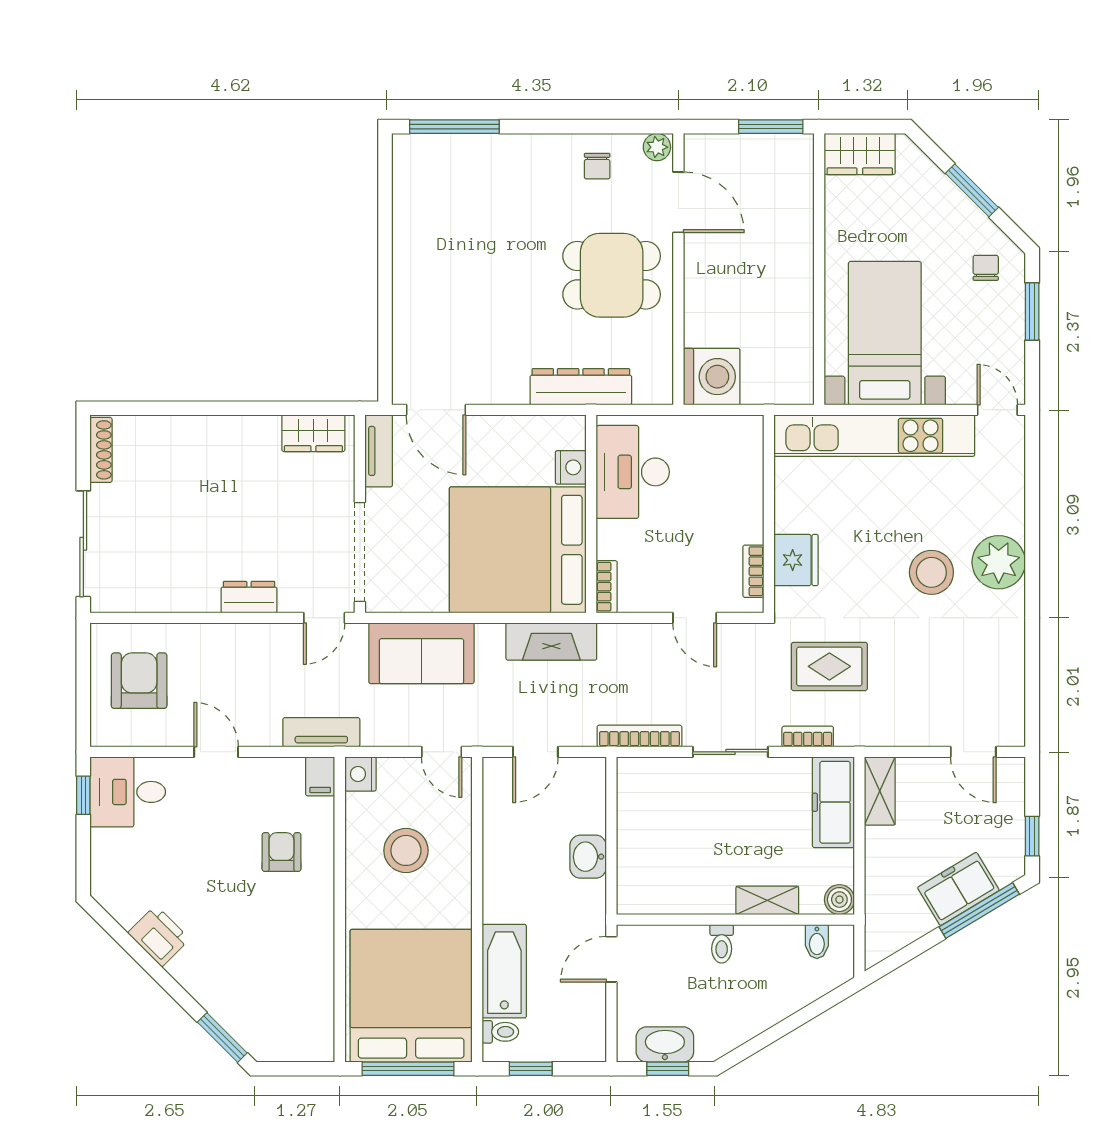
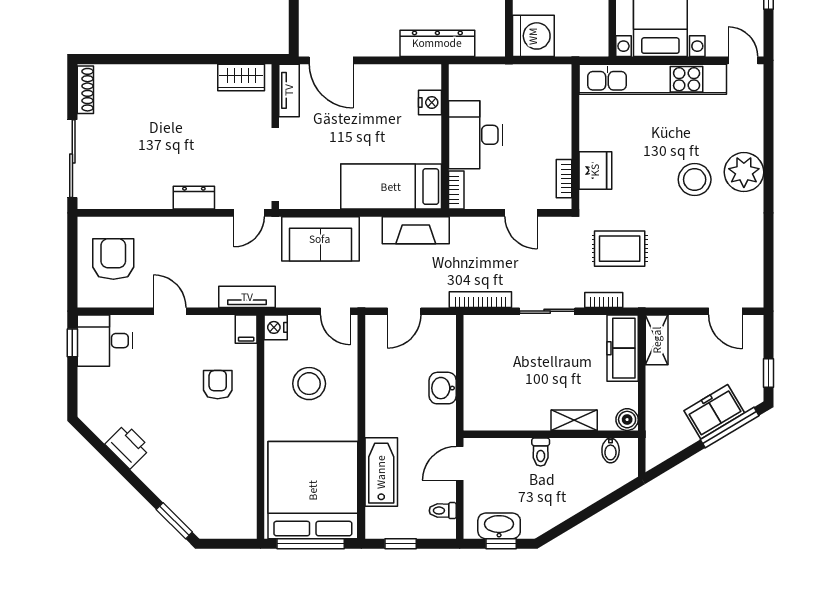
desk: (633, 472) -> (475, 135), moved
bed: (518, 550) -> (391, 187), width x0.49
toilet: (500, 1032) -> (443, 511), moved, turned 180

